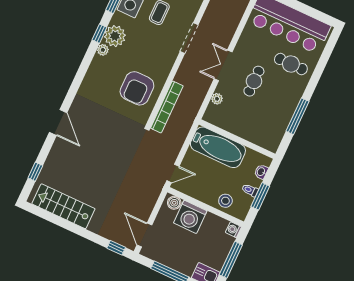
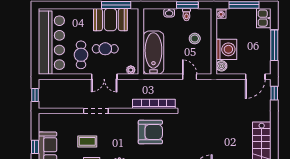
cafe table: (291, 64) -> (81, 55), moved
booth: (284, 102) -> (110, 20), added
wall: (237, 139) -> (141, 41), moved
bathtub: (218, 147) -> (153, 53), moved
door: (173, 173) -> (190, 77), moved
stool: (225, 201) -> (195, 39), moved

